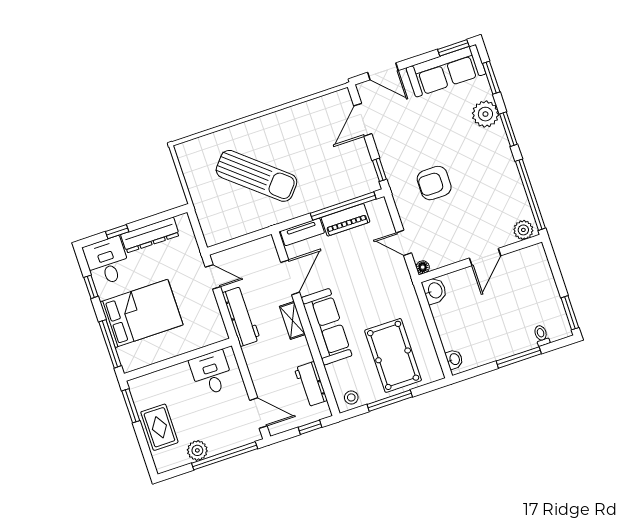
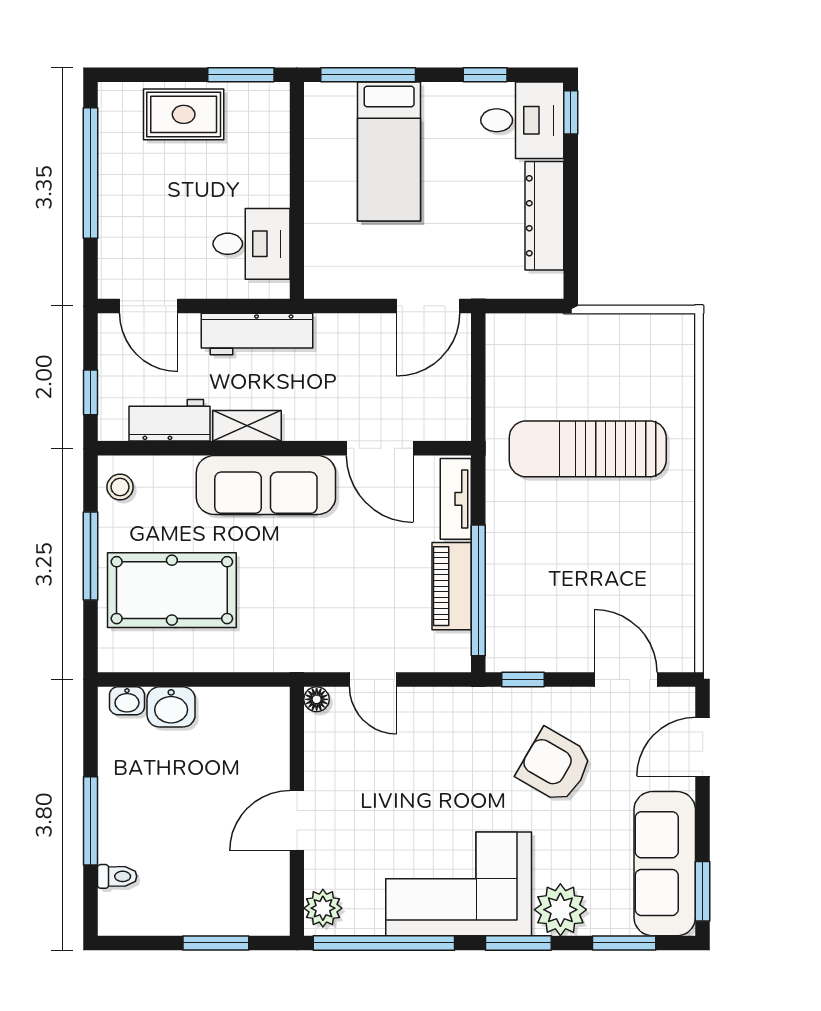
corner sofa: (489, 168) -> (459, 884), added
sun lounger: (256, 176) -> (588, 449), turned 50
armchair: (434, 183) -> (555, 766), moved, turned -60
window: (117, 232) -> (571, 112), moved
door: (404, 243) -> (373, 680), swing flipped
door: (485, 257) -> (297, 821), hinge flipped
door: (213, 277) -> (428, 306), width x1.38
washbasin: (435, 291) -> (171, 707), moved
bed: (141, 313) -> (389, 152), width x0.67
window: (570, 313) -> (216, 943), moved
workbench: (241, 316) -> (257, 334), moved
shelving: (292, 320) -> (247, 426), moved
door: (258, 413) -> (149, 306), hinge flipped
plant: (197, 450) -> (117, 170), removed
window: (225, 456) -> (91, 173), moved

